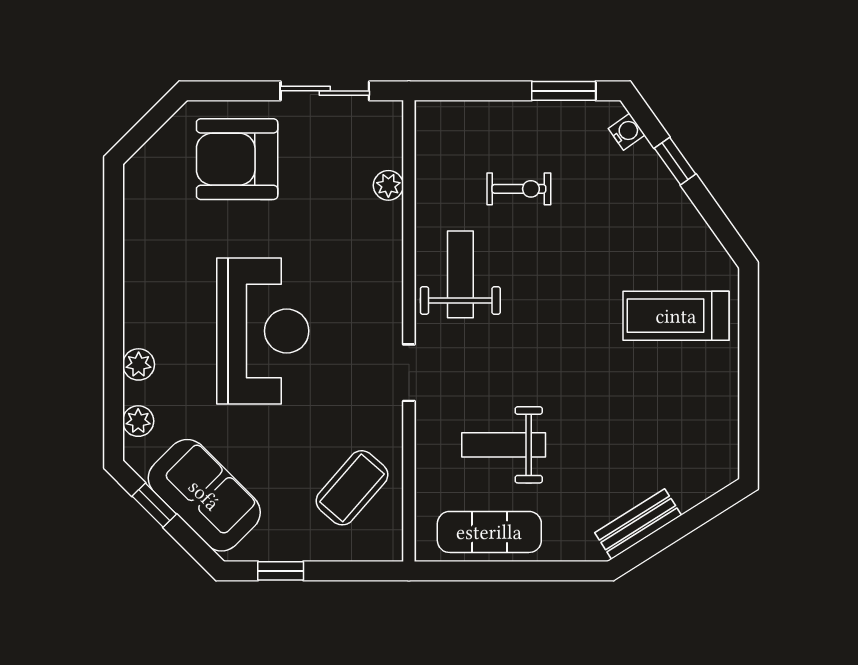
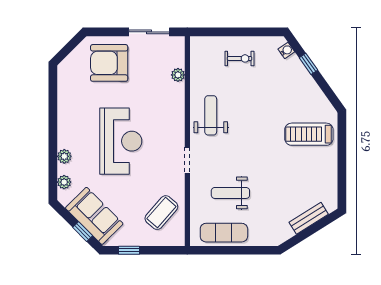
window: (564, 91) -> (258, 32), removed
exercise bike: (519, 189) -> (240, 58), moved
window: (154, 505) -> (83, 232), moved
bench: (638, 524) -> (309, 218), moved

